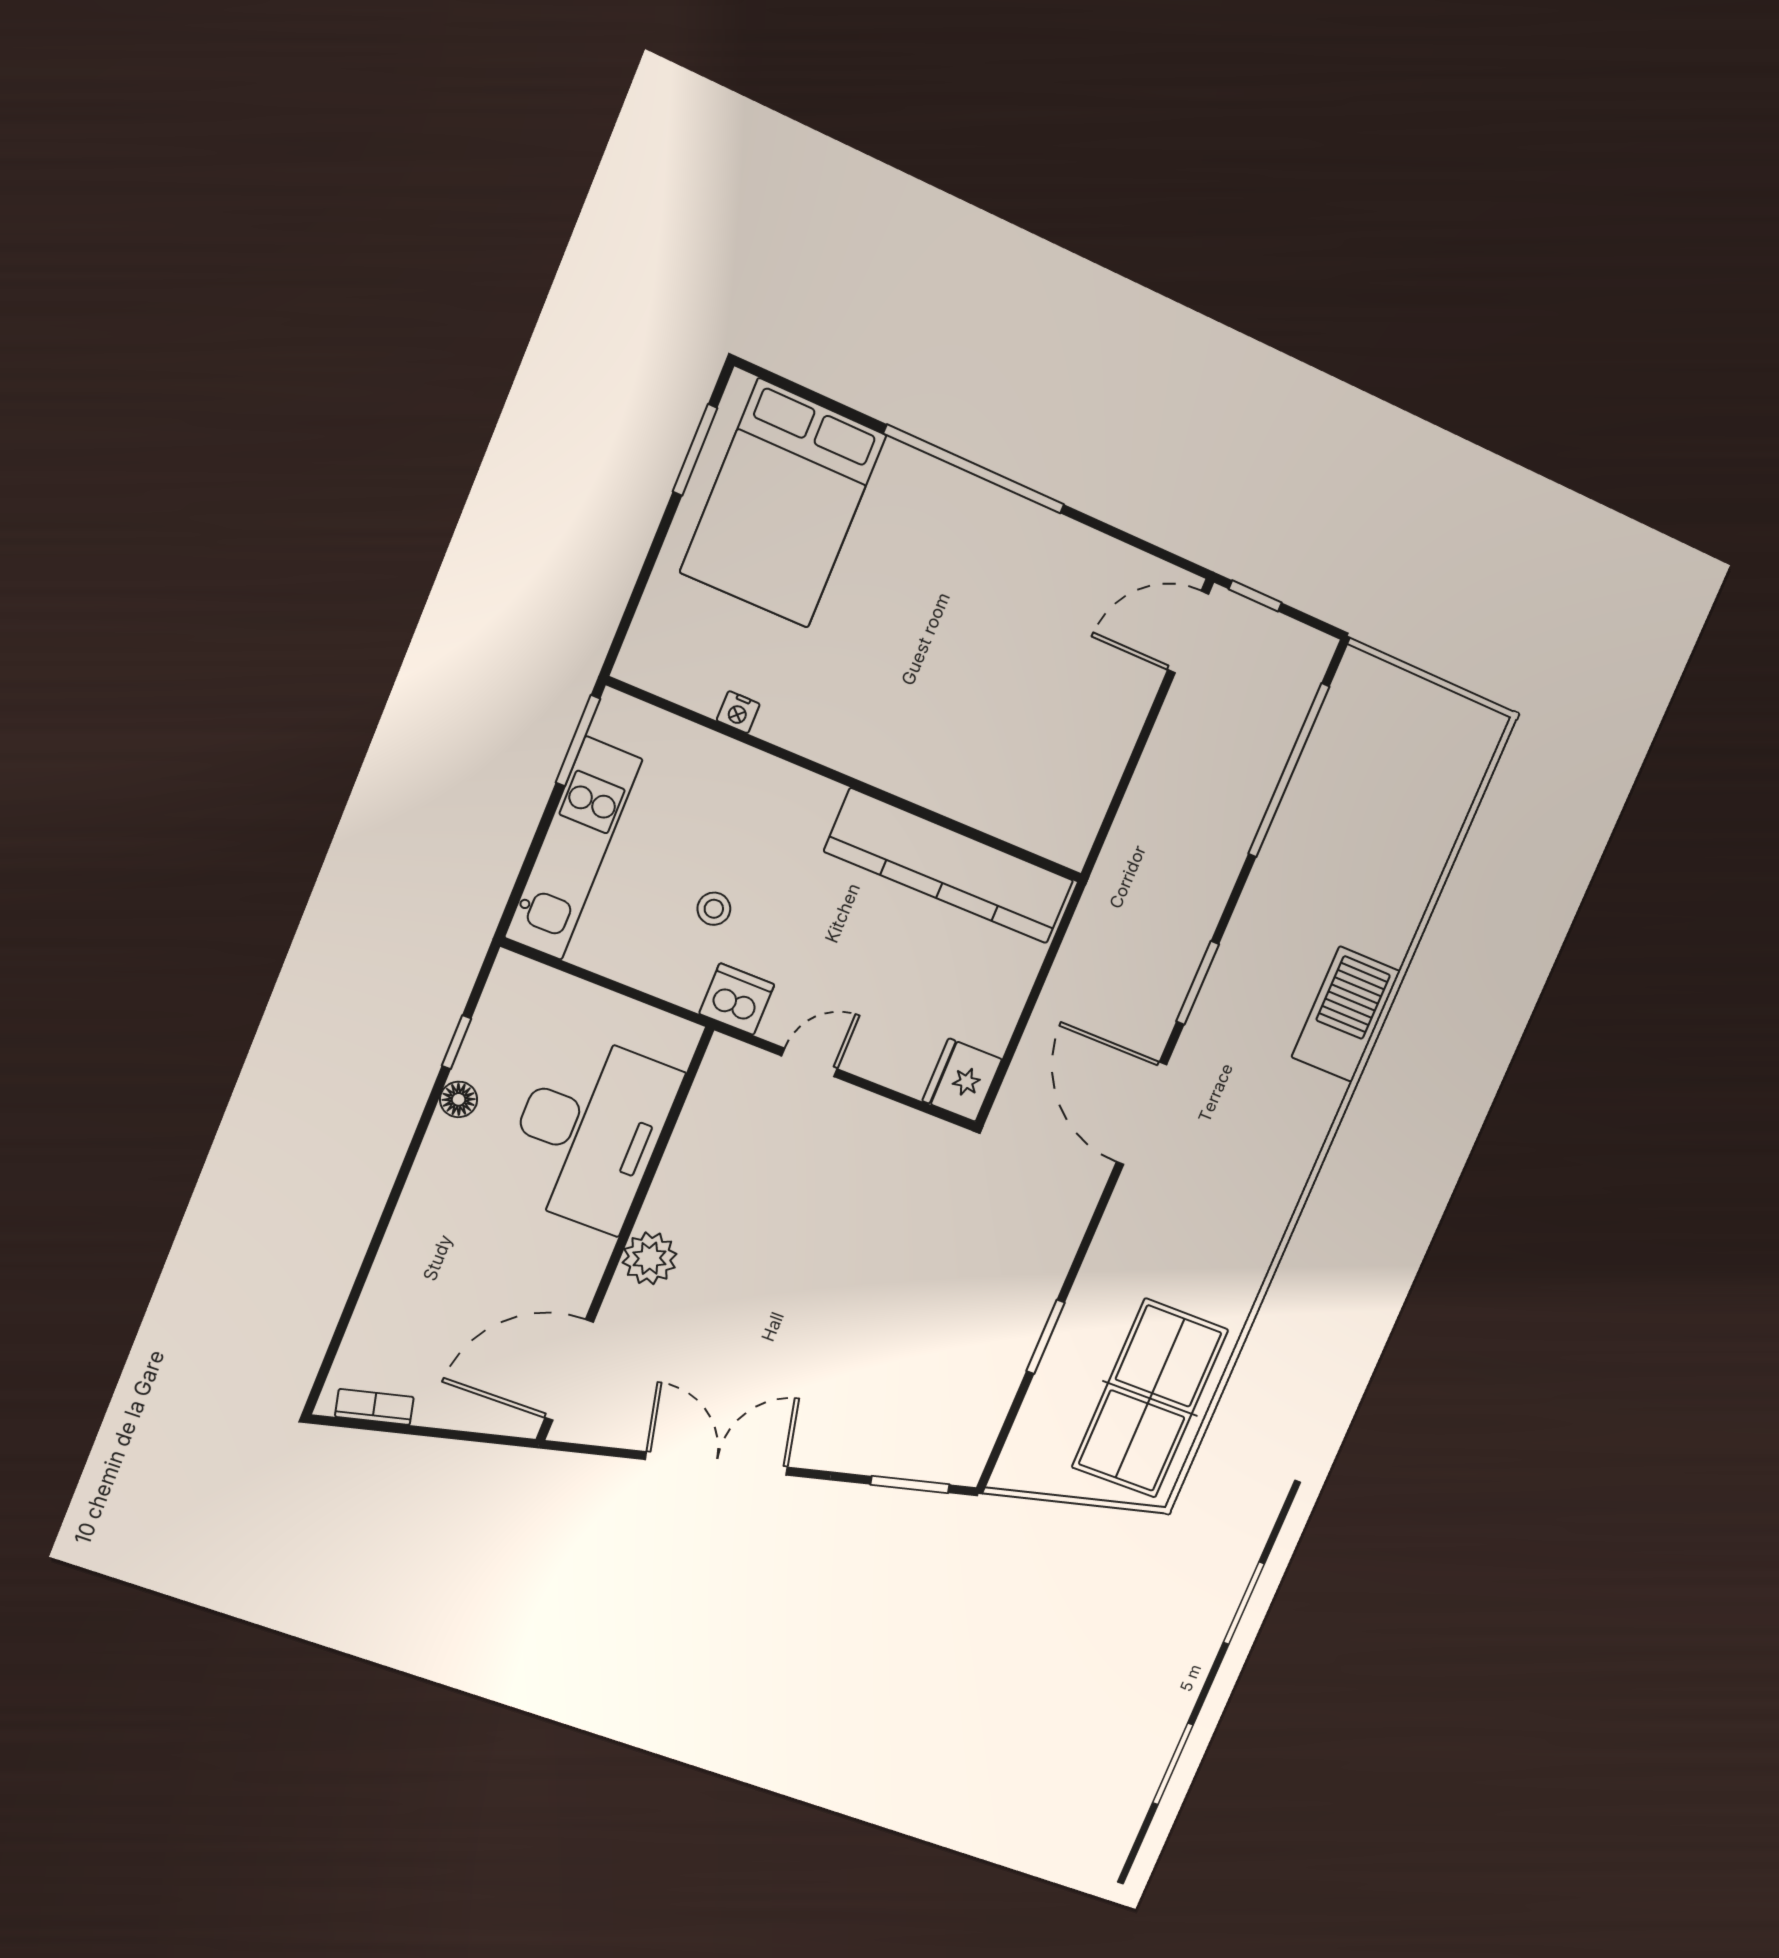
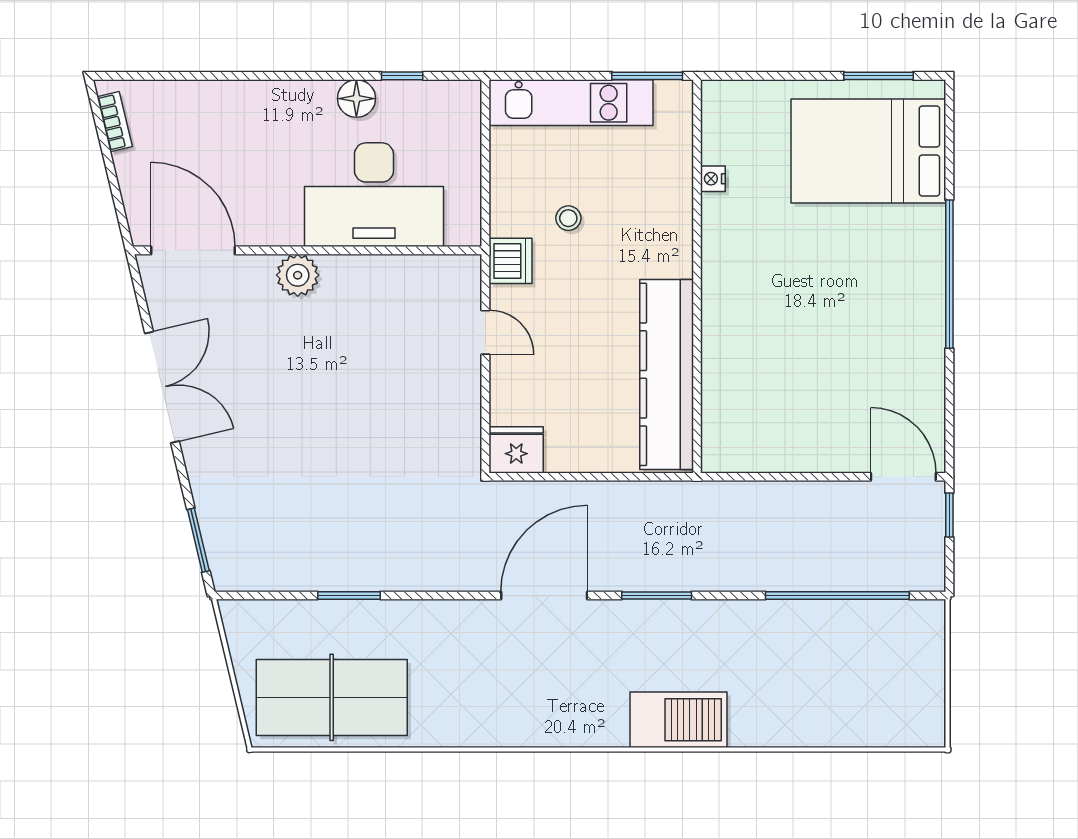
floor lamp: (459, 1099) -> (356, 99), width x1.37, depth x1.37

